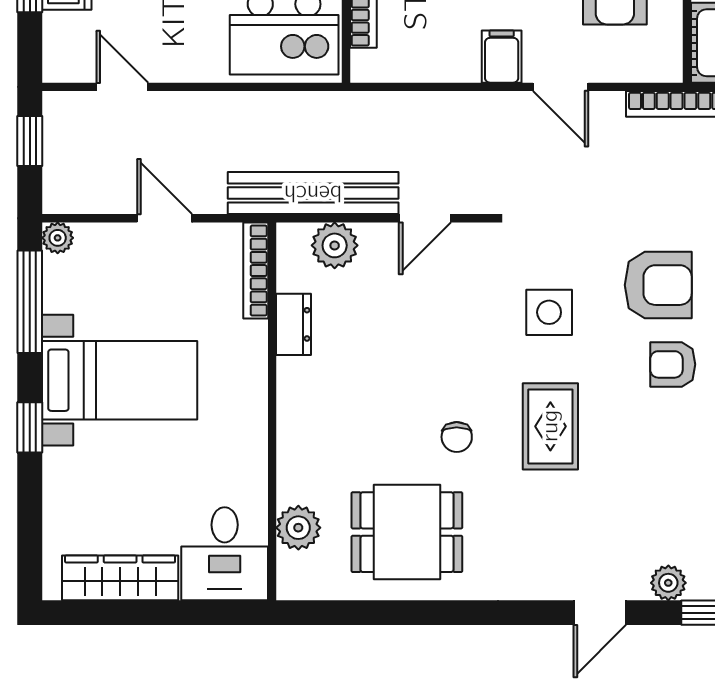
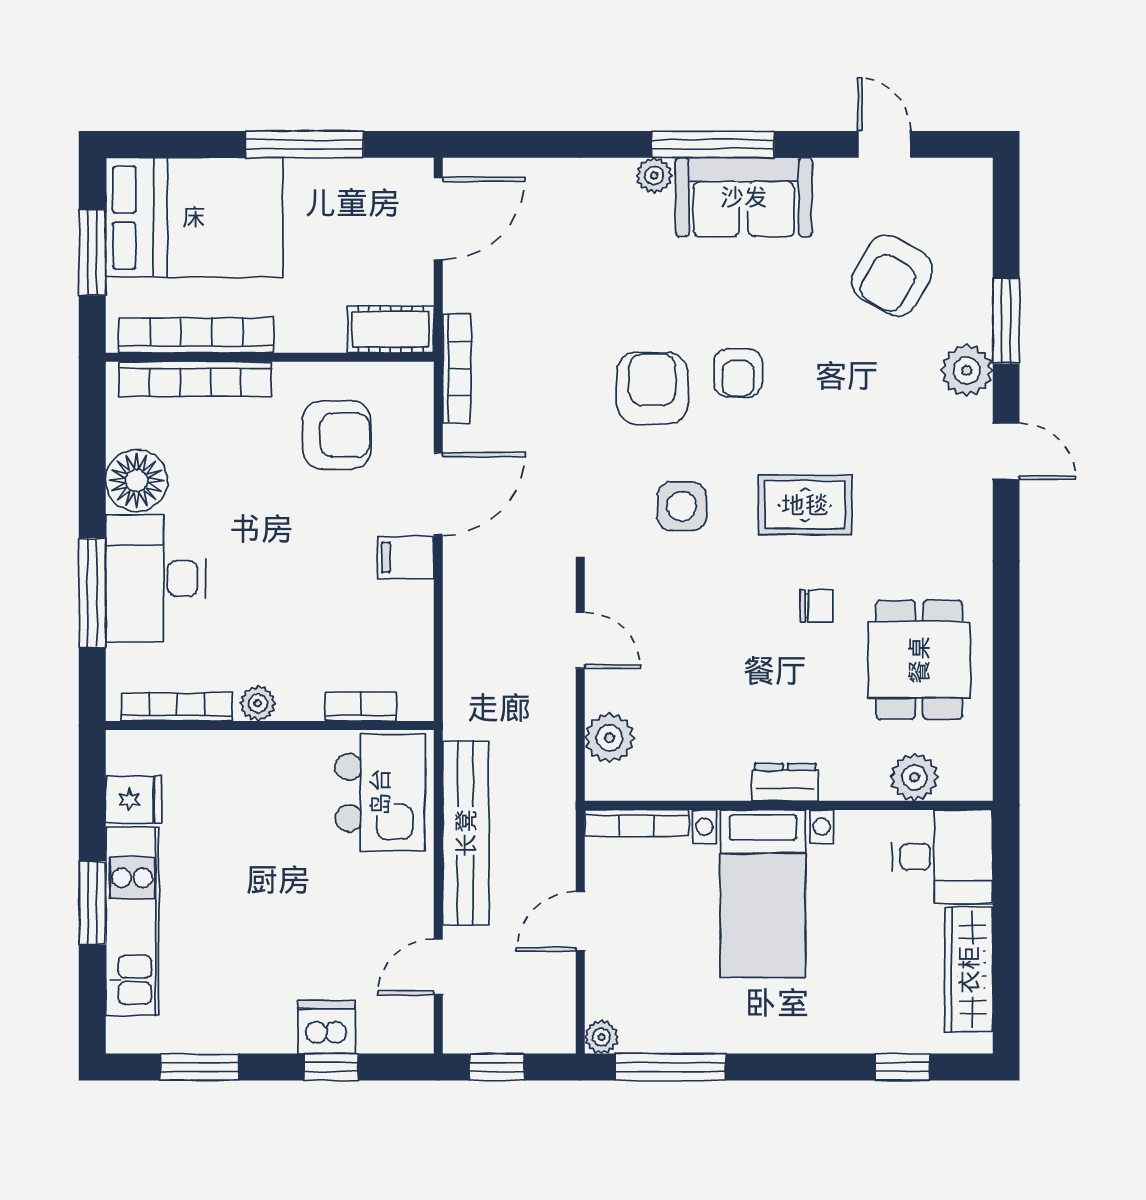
door: (561, 87) -> (438, 494), width x1.37
bench: (313, 193) -> (466, 833), moved
dresser: (294, 324) -> (785, 782), moved
bed with nightstands: (120, 380) -> (763, 893), moved, turned 180
window: (30, 427) -> (902, 1067), moved
plant: (668, 583) -> (967, 370), width x1.38, depth x1.38

